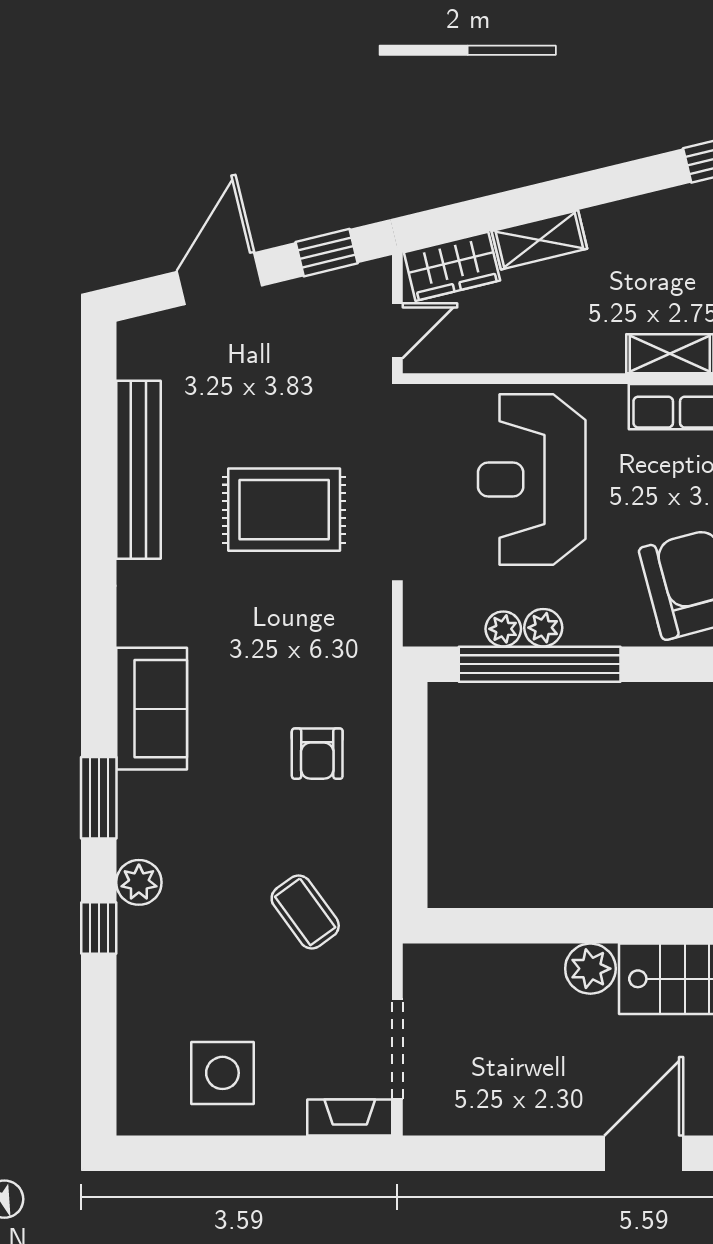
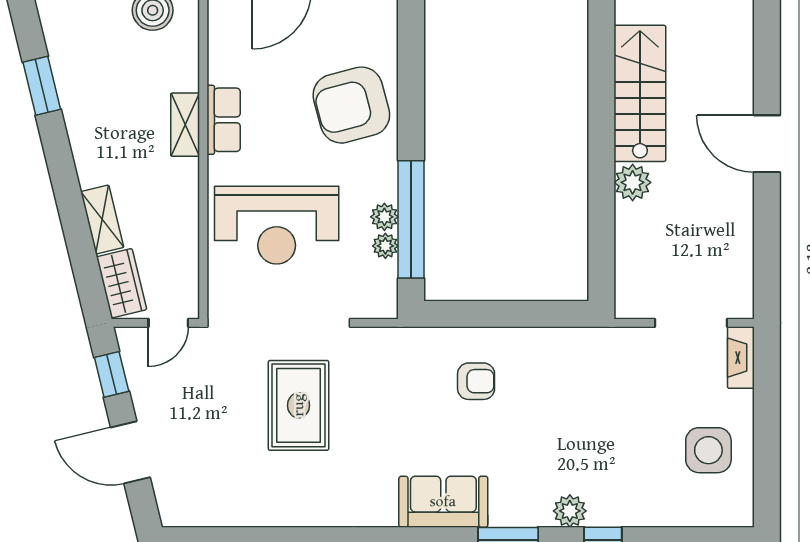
door: (397, 331) -> (168, 323), swing flipped
bench: (138, 470) -> (269, 511), removed
coffee table: (305, 912) -> (591, 390), removed

